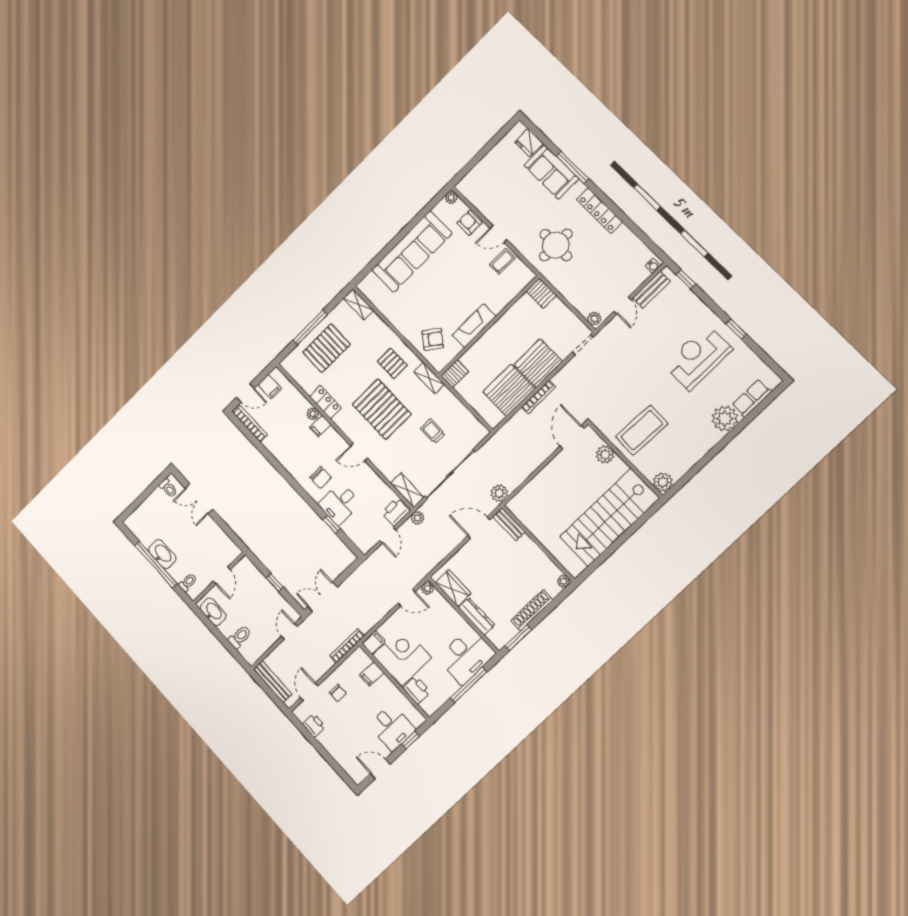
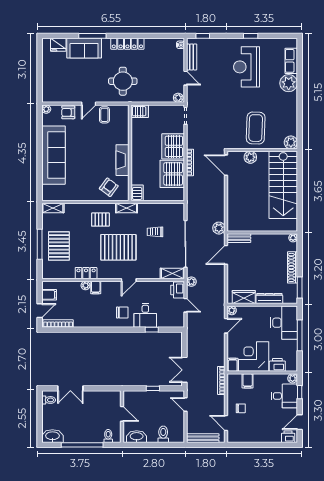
washbasin: (162, 554) -> (52, 436), moved
plant: (418, 719) -> (293, 378), added
printer: (314, 725) -> (288, 437), moved

